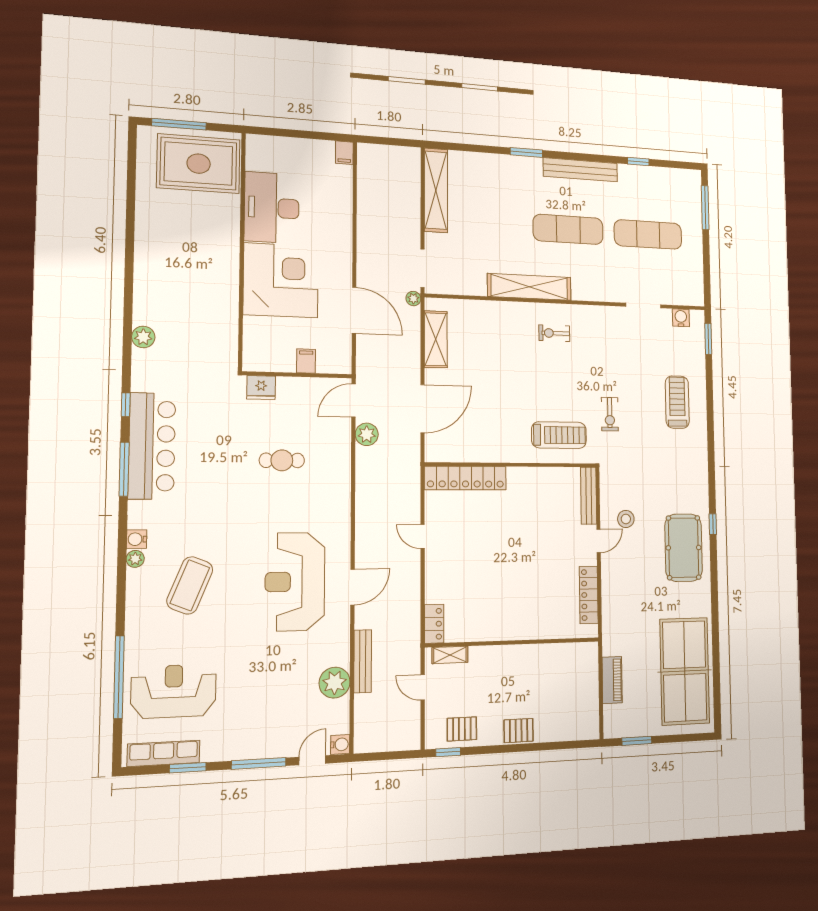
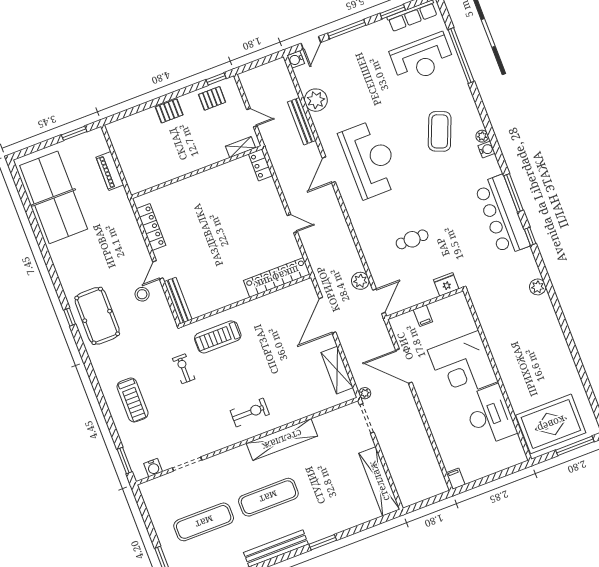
exercise bike: (554, 333) -> (250, 412), width x1.38, depth x1.39
pool table: (684, 548) -> (97, 316), moved

